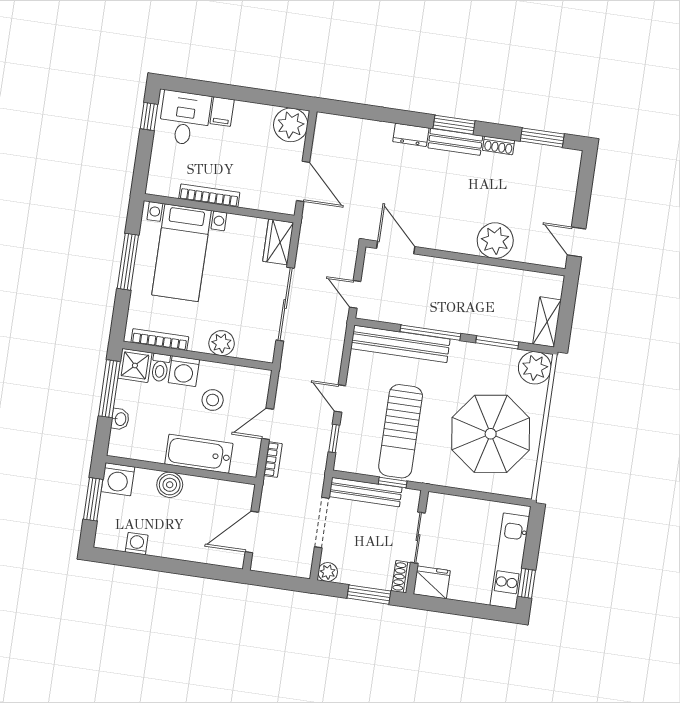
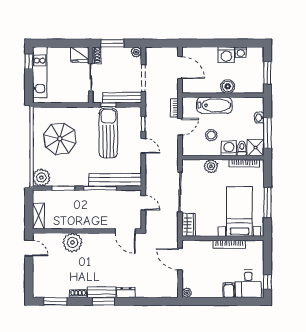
plant: (291, 125) -> (187, 293), width x0.53, depth x0.53
shelving: (547, 322) -> (38, 216), moved
parasol: (491, 434) -> (60, 139), width x0.73, depth x0.73
washing machine: (118, 479) -> (226, 55), moved, turned 180
door: (252, 532) -> (180, 67), hinge flipped

